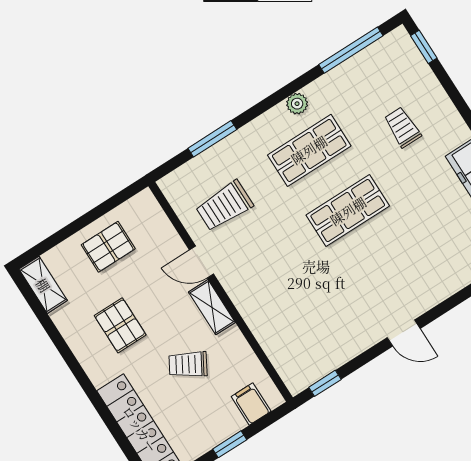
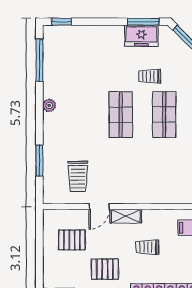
trolley: (402, 127) -> (150, 76), moved
shop shelf: (309, 150) -> (164, 115), moved
pallet: (108, 247) -> (72, 240), moved, turned 90
trolley: (188, 364) -> (147, 247), turned 60

